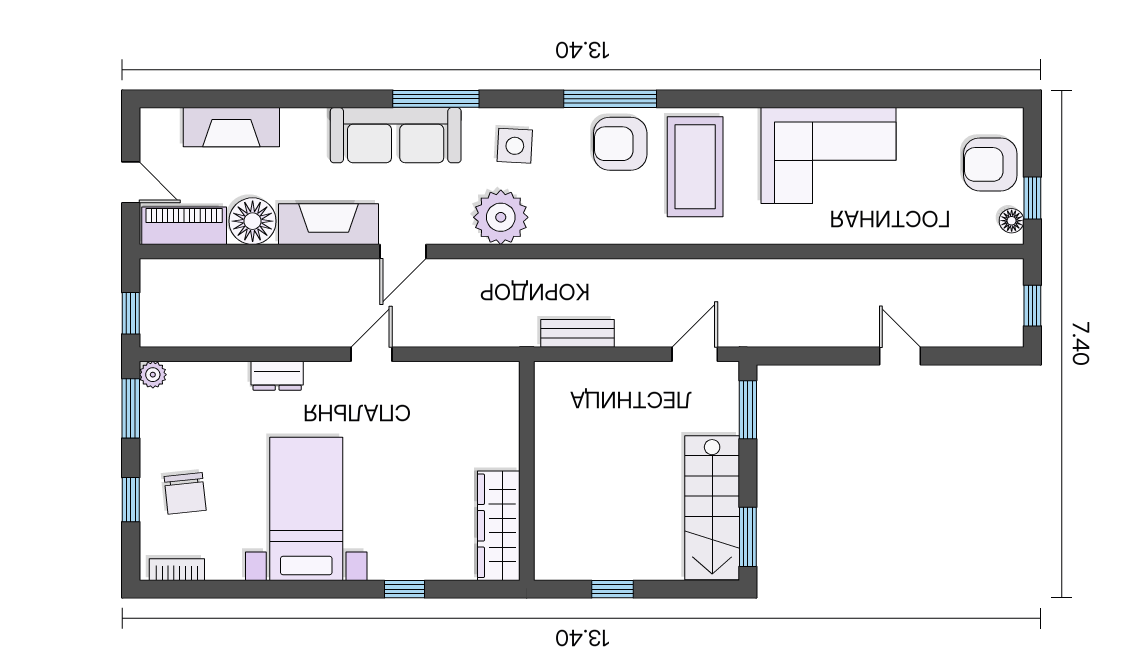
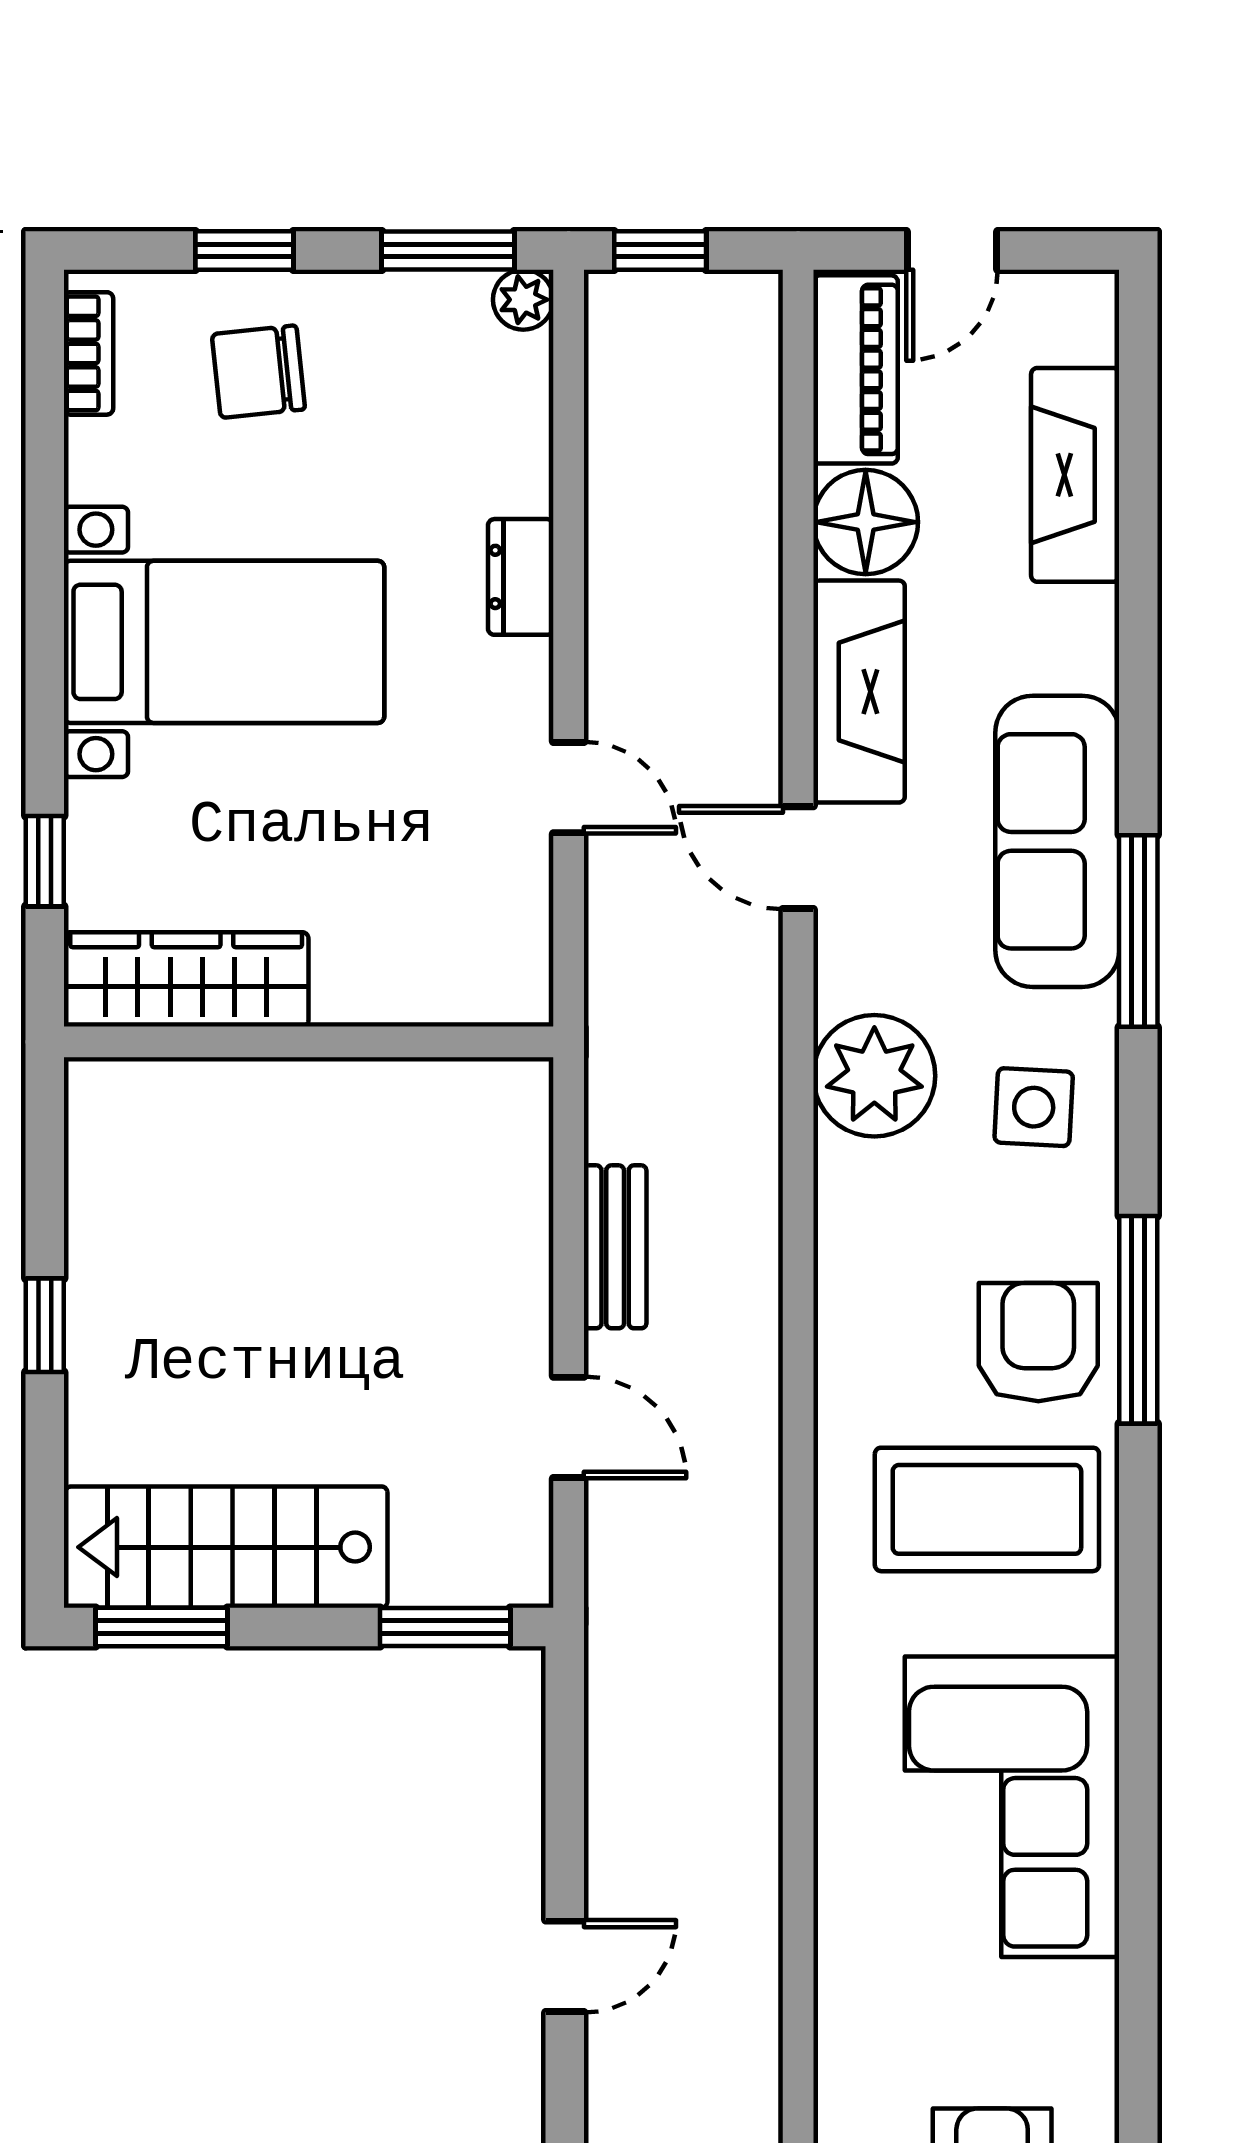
door: (695, 354) -> (569, 1427), moved
wall: (527, 471) -> (309, 1042), moved
wardrobe: (499, 526) -> (186, 979), moved

